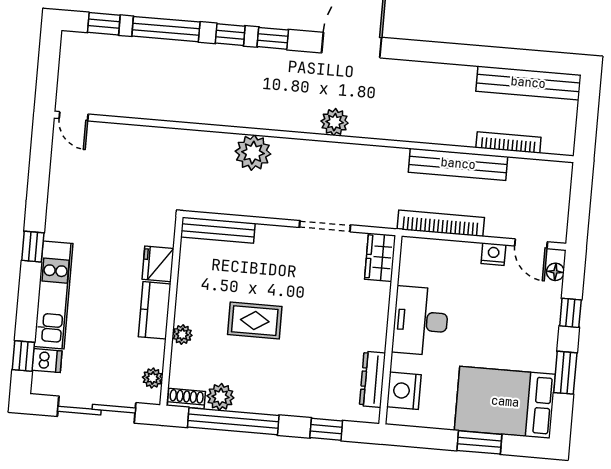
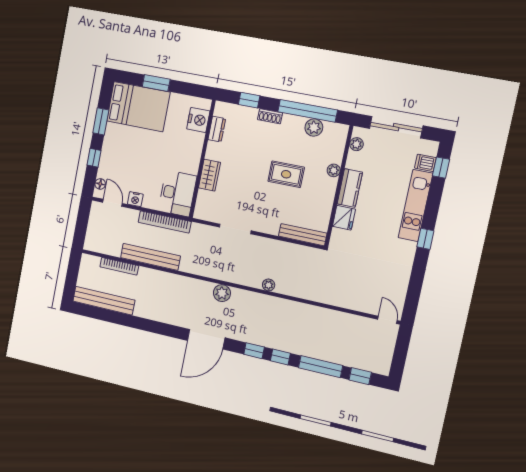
plant: (253, 153) -> (269, 285), width x0.53, depth x0.53
wardrobe: (380, 257) -> (209, 175), moved
desk: (421, 321) -> (177, 193), moved
dresser: (373, 379) -> (217, 129), width x0.70
shoe rack: (186, 399) -> (270, 116), moved

